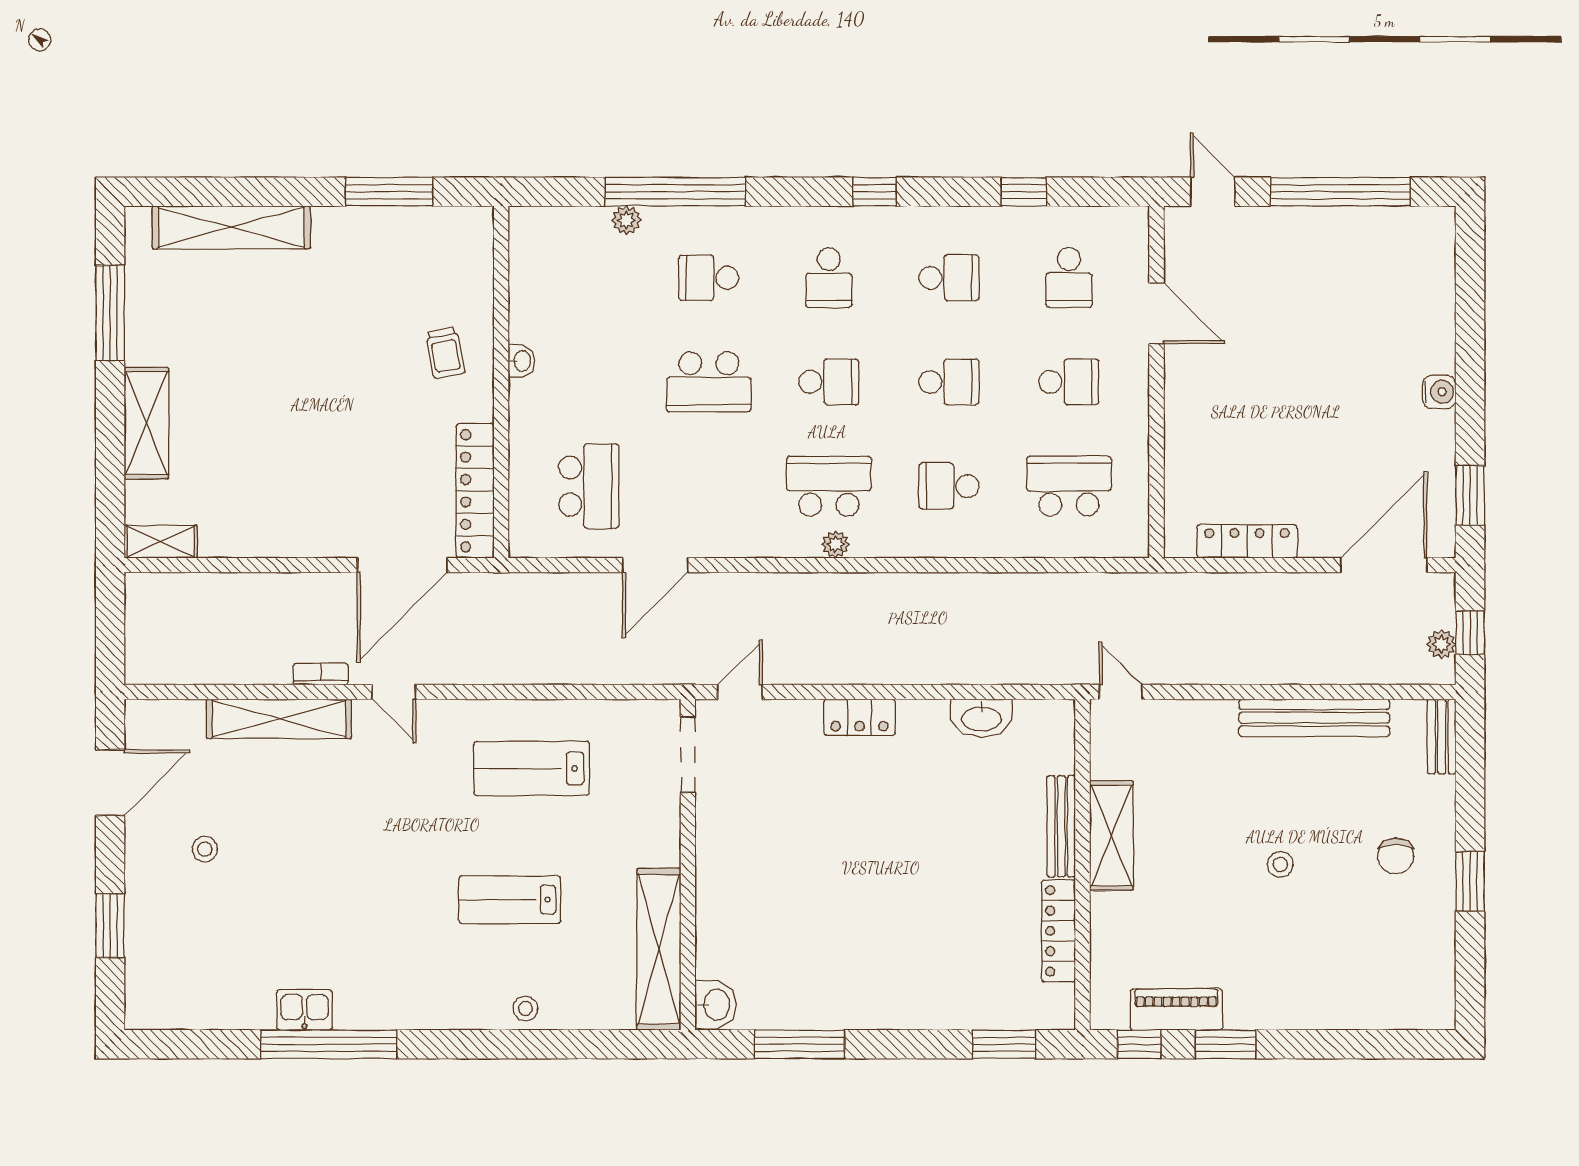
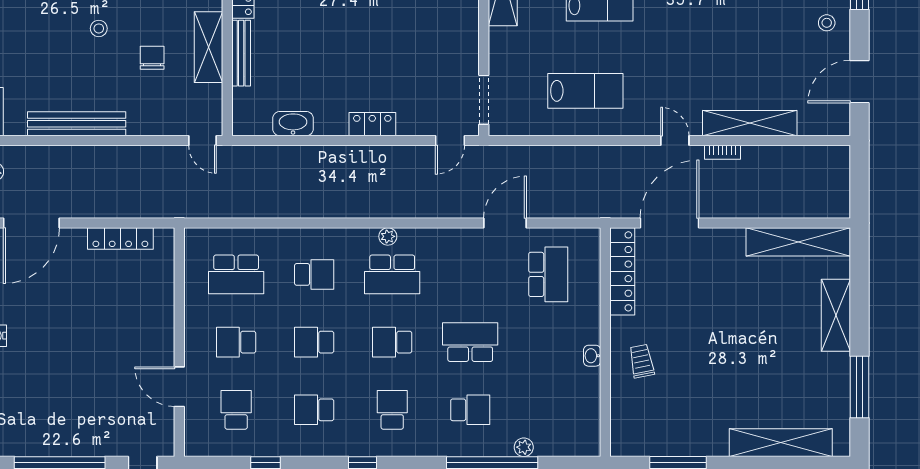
school desk: (589, 486) -> (548, 274), turned 180
shelving: (161, 542) -> (798, 242), width x2.20, depth x1.33
stool: (205, 849) -> (827, 23), moved
chair: (1396, 856) -> (152, 58), moved

